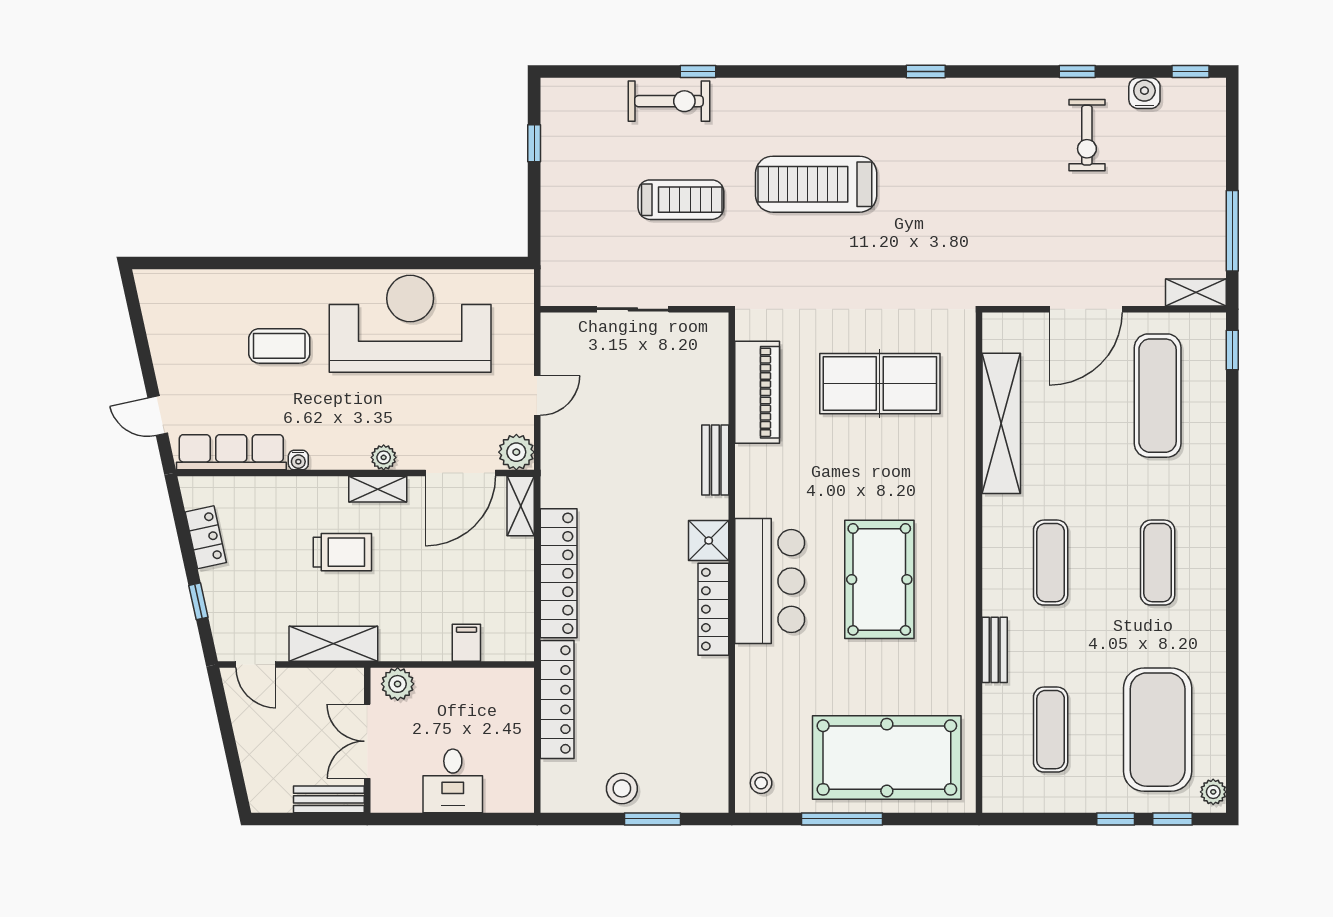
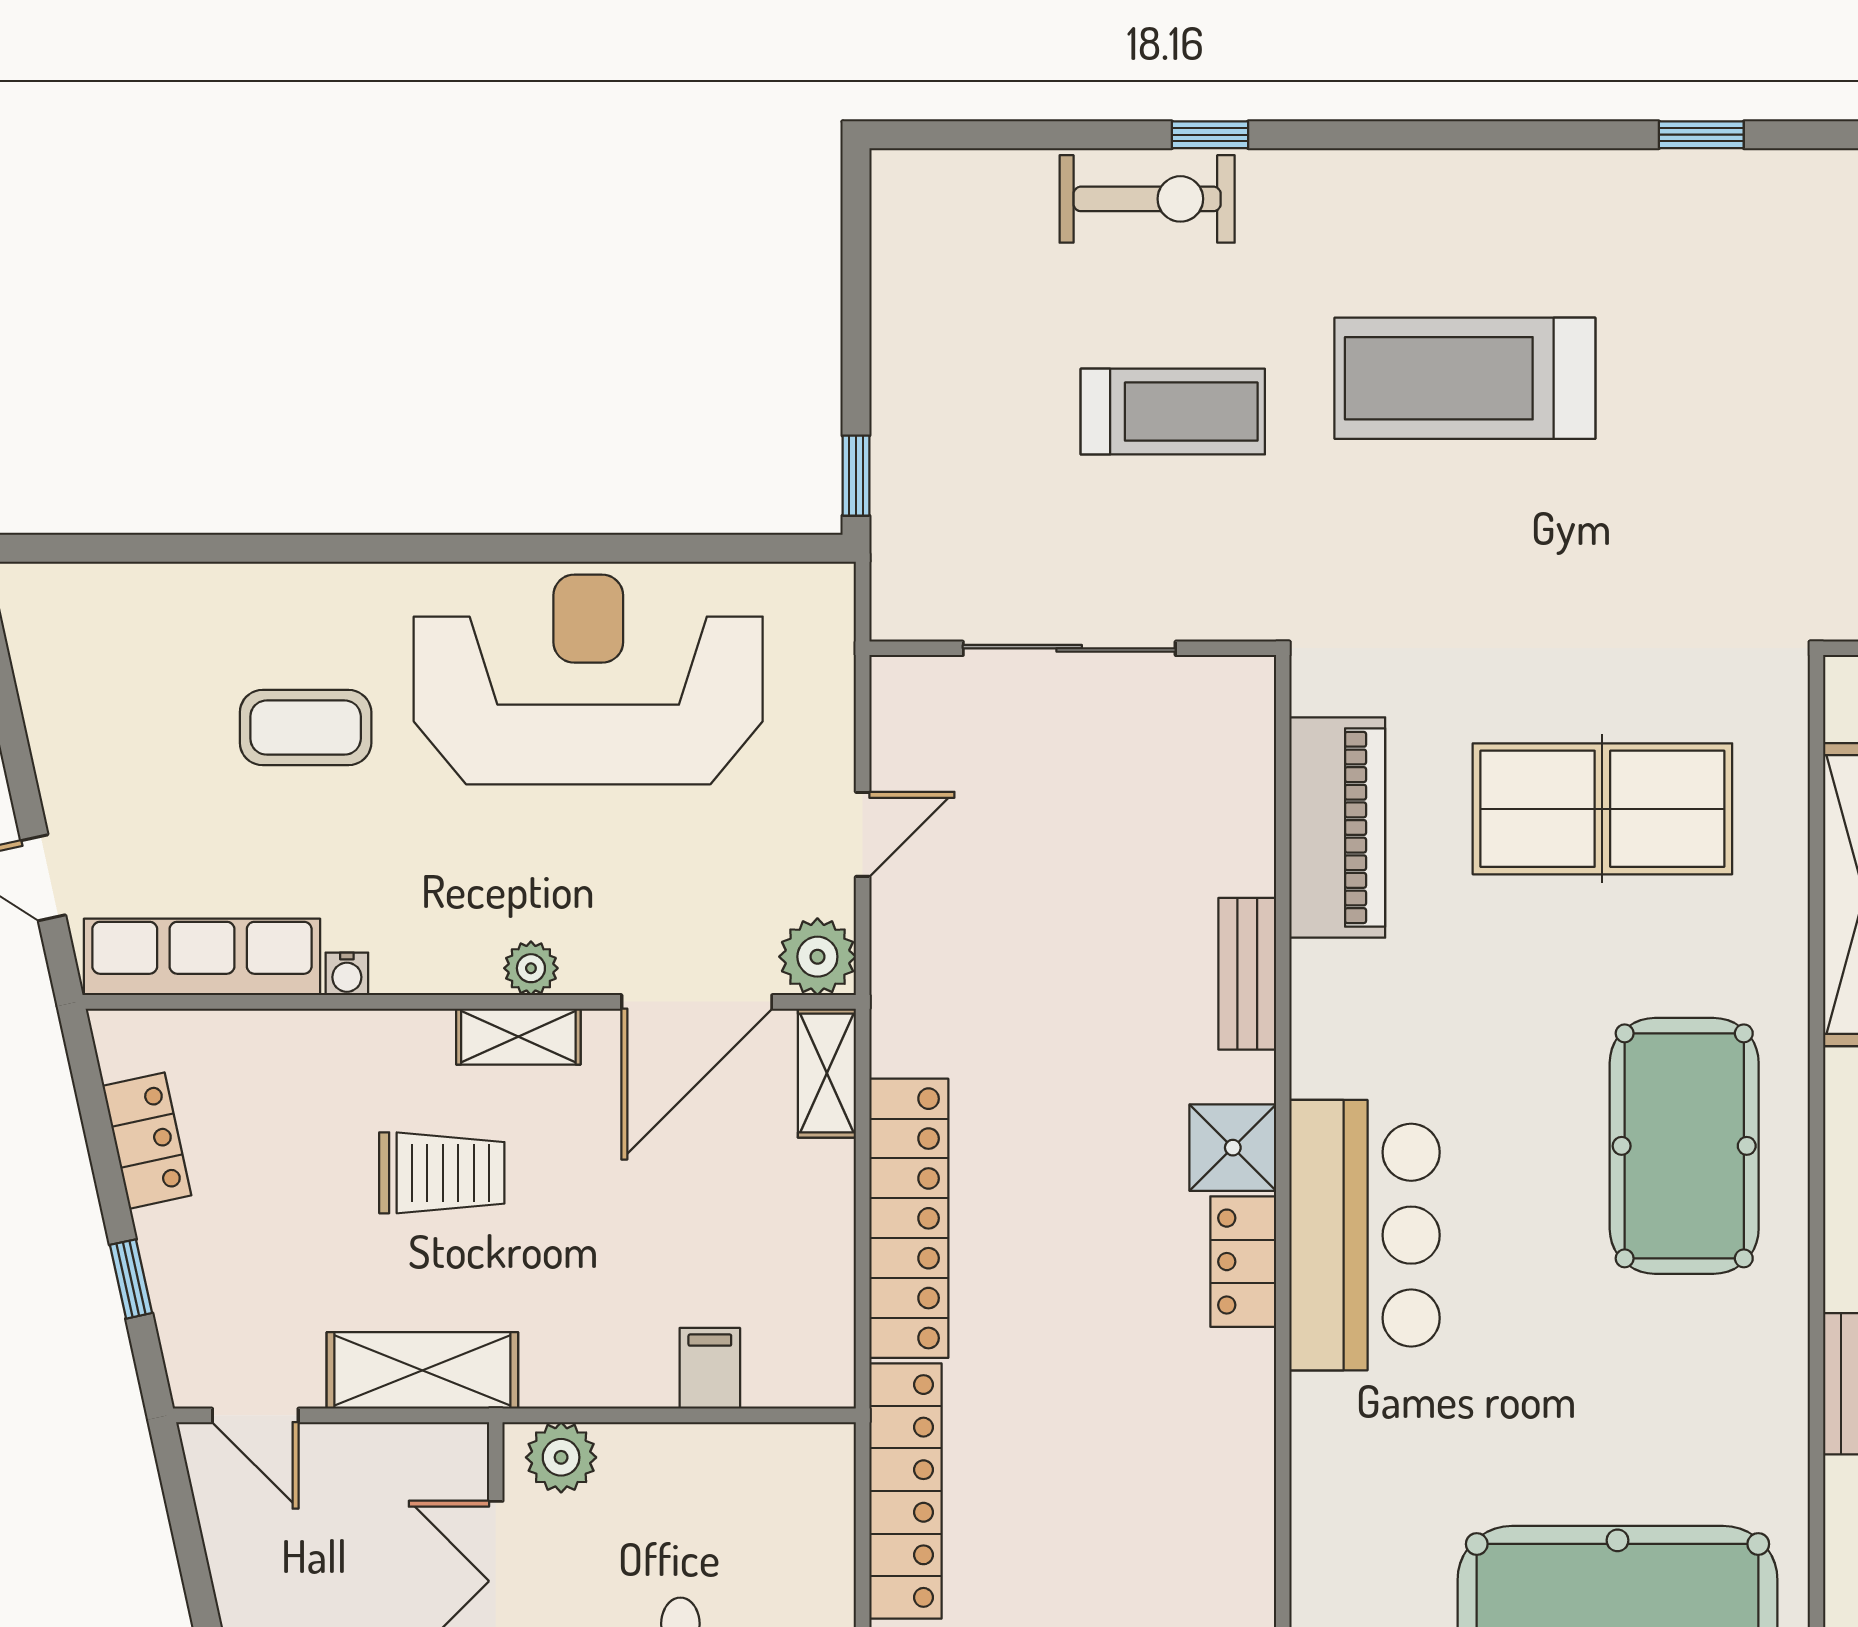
window: (534, 143) -> (856, 476), moved
sliding door: (633, 309) -> (1069, 648), width x1.37
pool table: (879, 579) -> (1684, 1146), moved
locker: (713, 609) -> (1243, 1262), width x0.66

